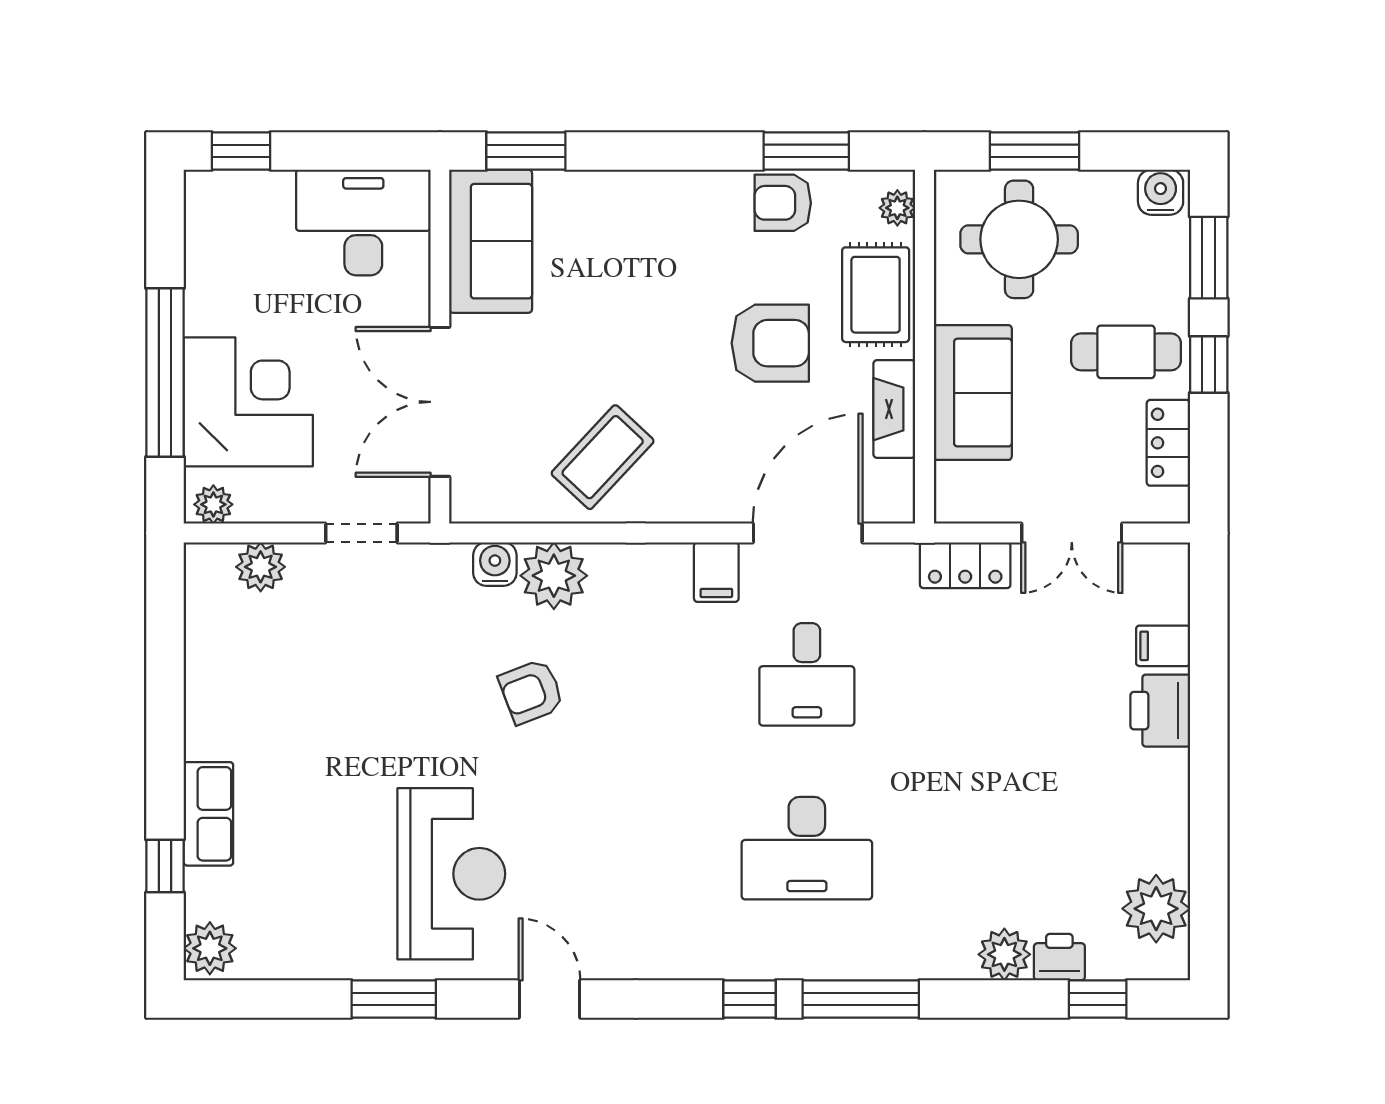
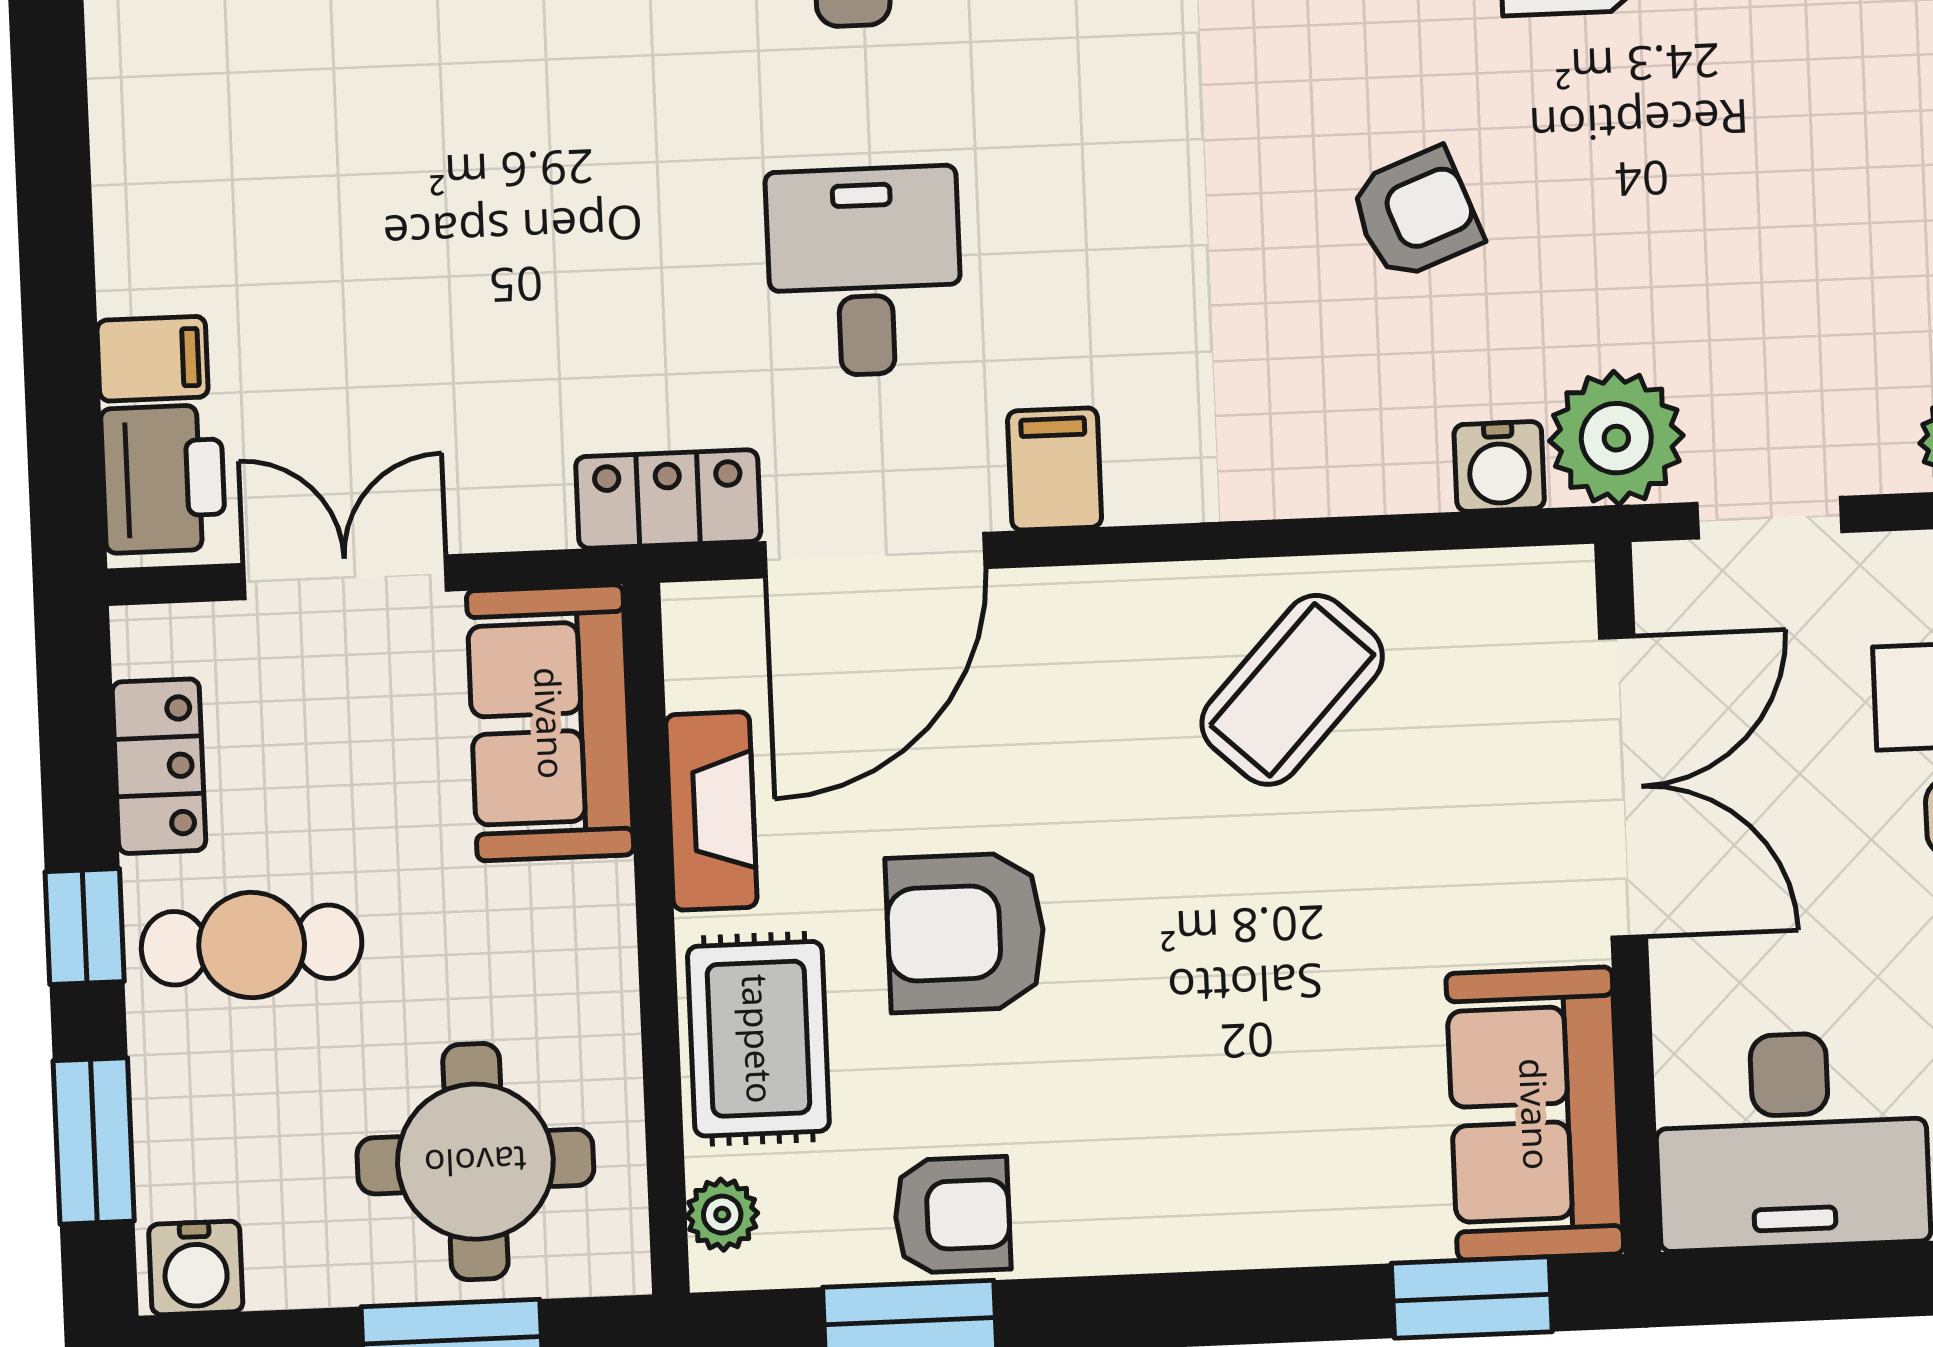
sofa: (973, 393) -> (550, 723), moved
locker: (965, 565) -> (668, 499), moved
plant: (554, 576) -> (1616, 438), moved
printer: (1160, 711) -> (163, 479), moved

